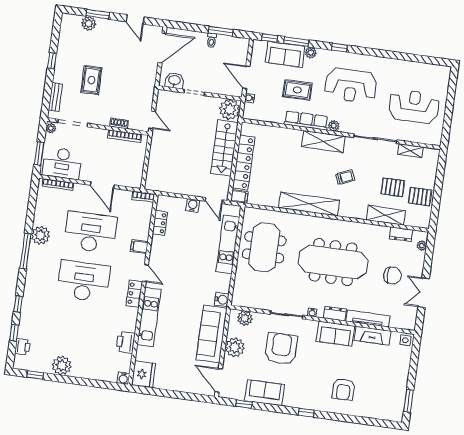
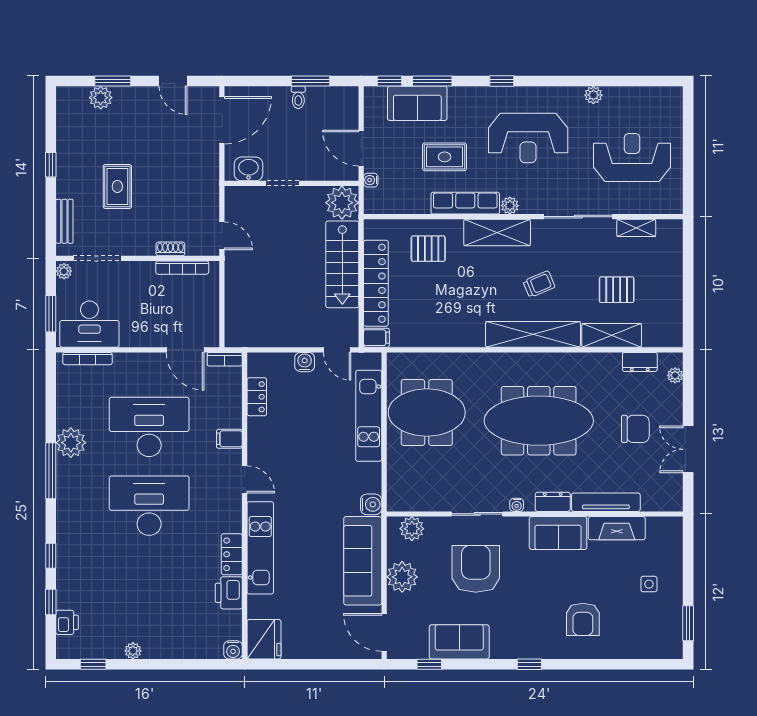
plant: (311, 53) -> (593, 95), moved
door: (102, 185) -> (185, 350), moved
pallet: (420, 197) -> (428, 249), moved
shelving: (309, 204) -> (533, 334), moved
meeting table: (264, 247) -> (427, 412), turned 90
locker: (134, 294) -> (232, 554), moved
side table: (405, 340) -> (649, 584), moved
plant: (62, 366) -> (133, 651), width x0.53, depth x0.53

